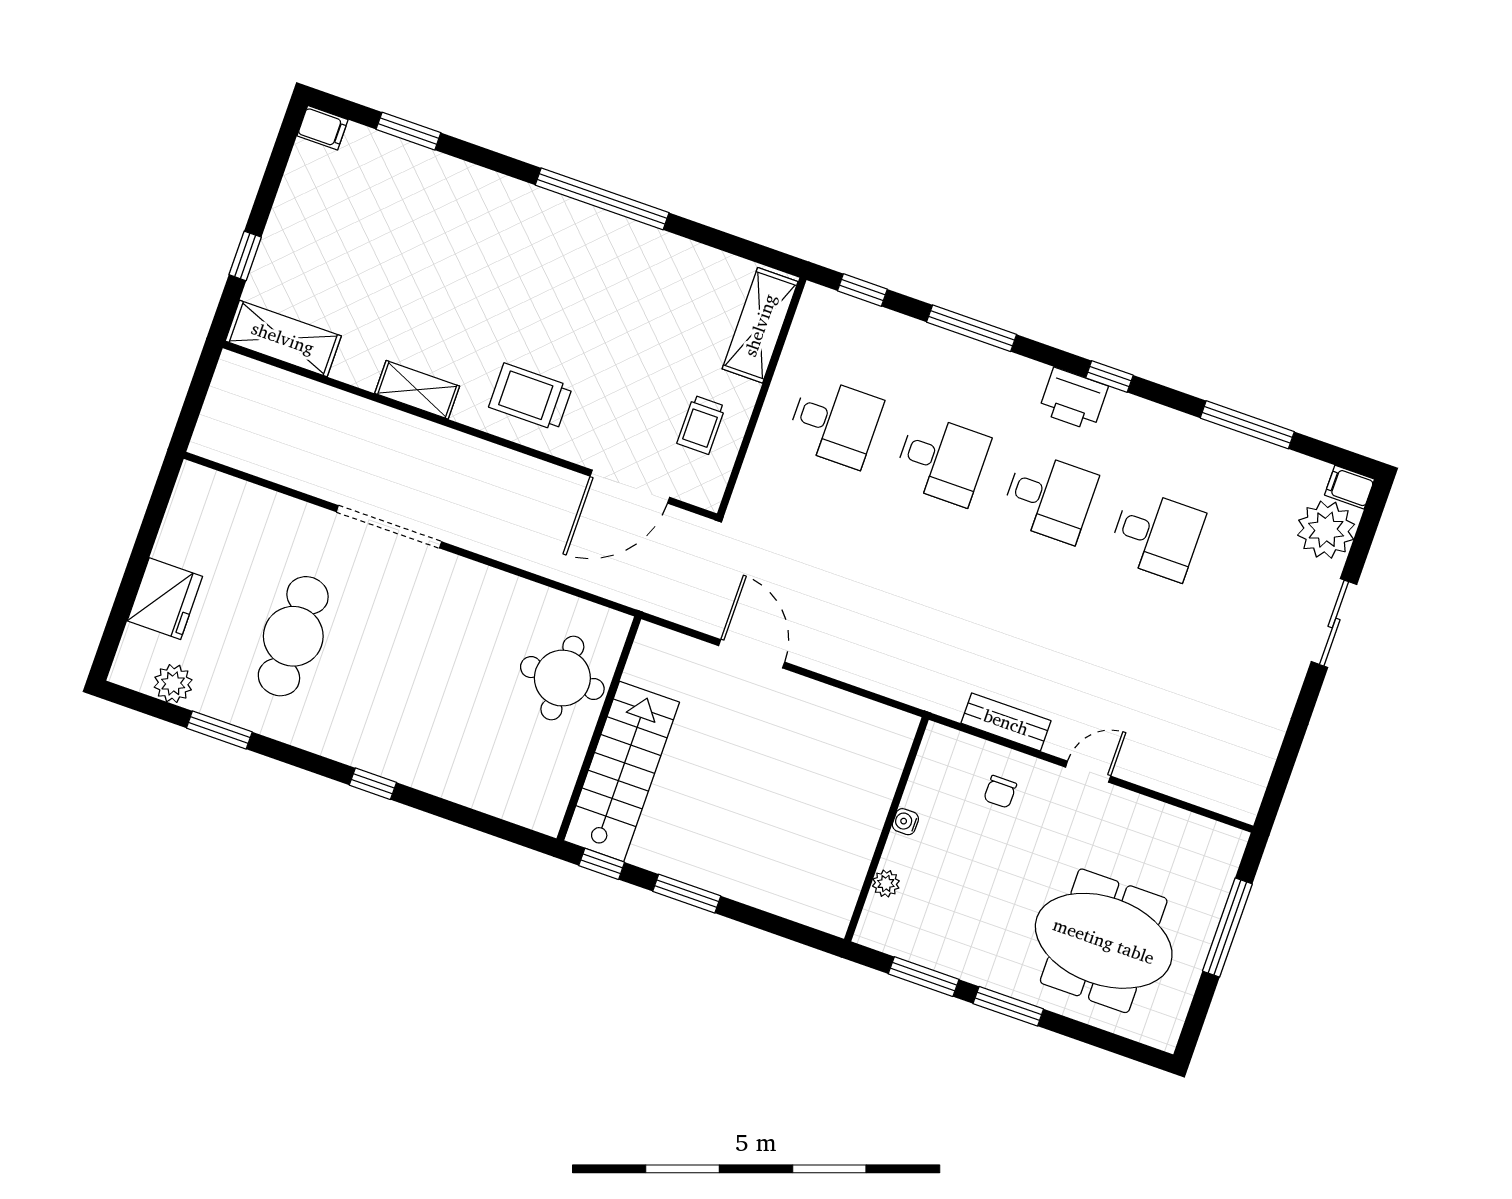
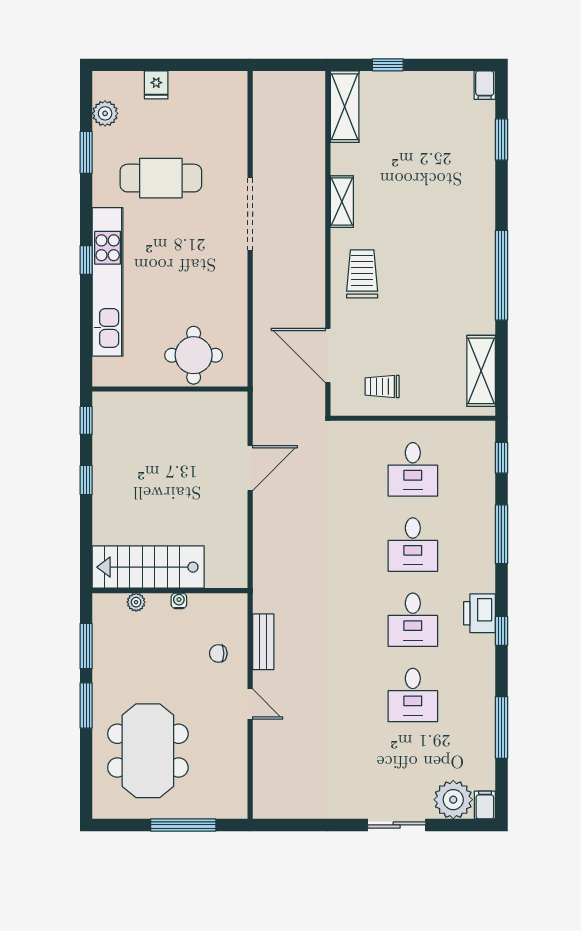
shelving: (760, 325) -> (481, 371), moved, turned 90
fridge: (165, 599) -> (156, 85), width x0.53, depth x0.75
kitchen unit: (415, 764) -> (108, 282), added
stairs: (622, 771) -> (148, 567), moved, turned 180
window: (687, 894) -> (86, 480), width x0.67

